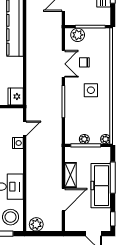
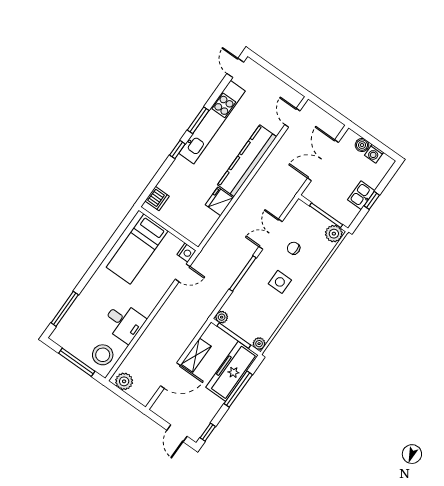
plant: (78, 35) -> (334, 234), moved
double door: (63, 64) -> (271, 234), swing flipped
fridge: (16, 97) -> (219, 201), moved
plant: (84, 139) -> (222, 317), moved
nightstand: (18, 143) -> (187, 253), moved
freezer: (101, 186) -> (232, 371), moved

